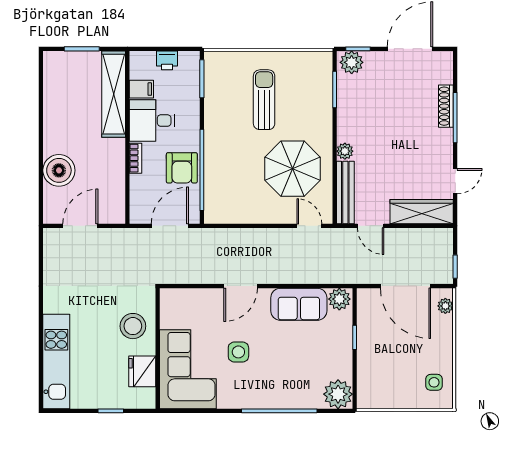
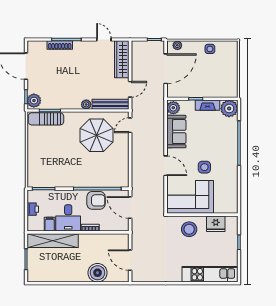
sun lounger: (264, 100) -> (46, 119), moved
fireplace: (344, 357) -> (208, 105), added
corner sofa: (188, 369) -> (190, 197), moved
side table: (434, 382) -> (210, 49), moved

